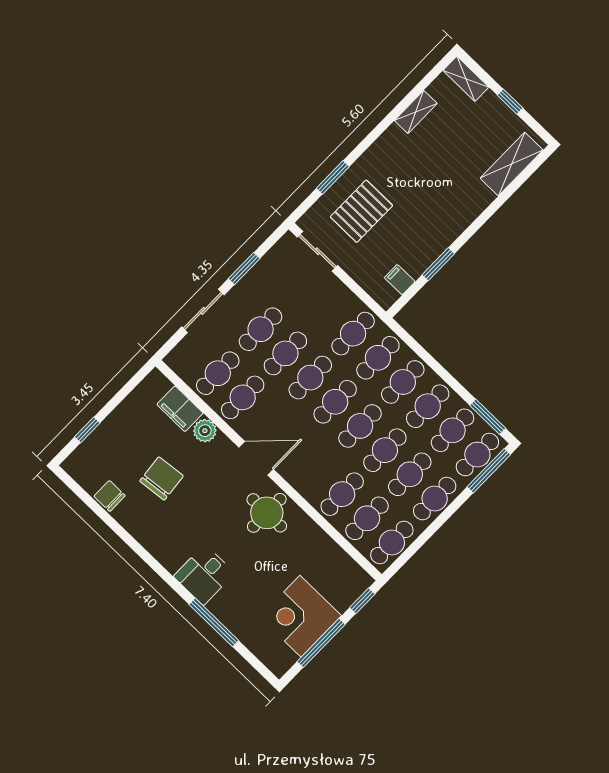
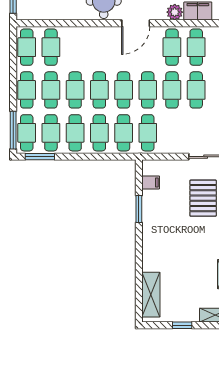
cafe table: (342, 494) -> (75, 47), removed

